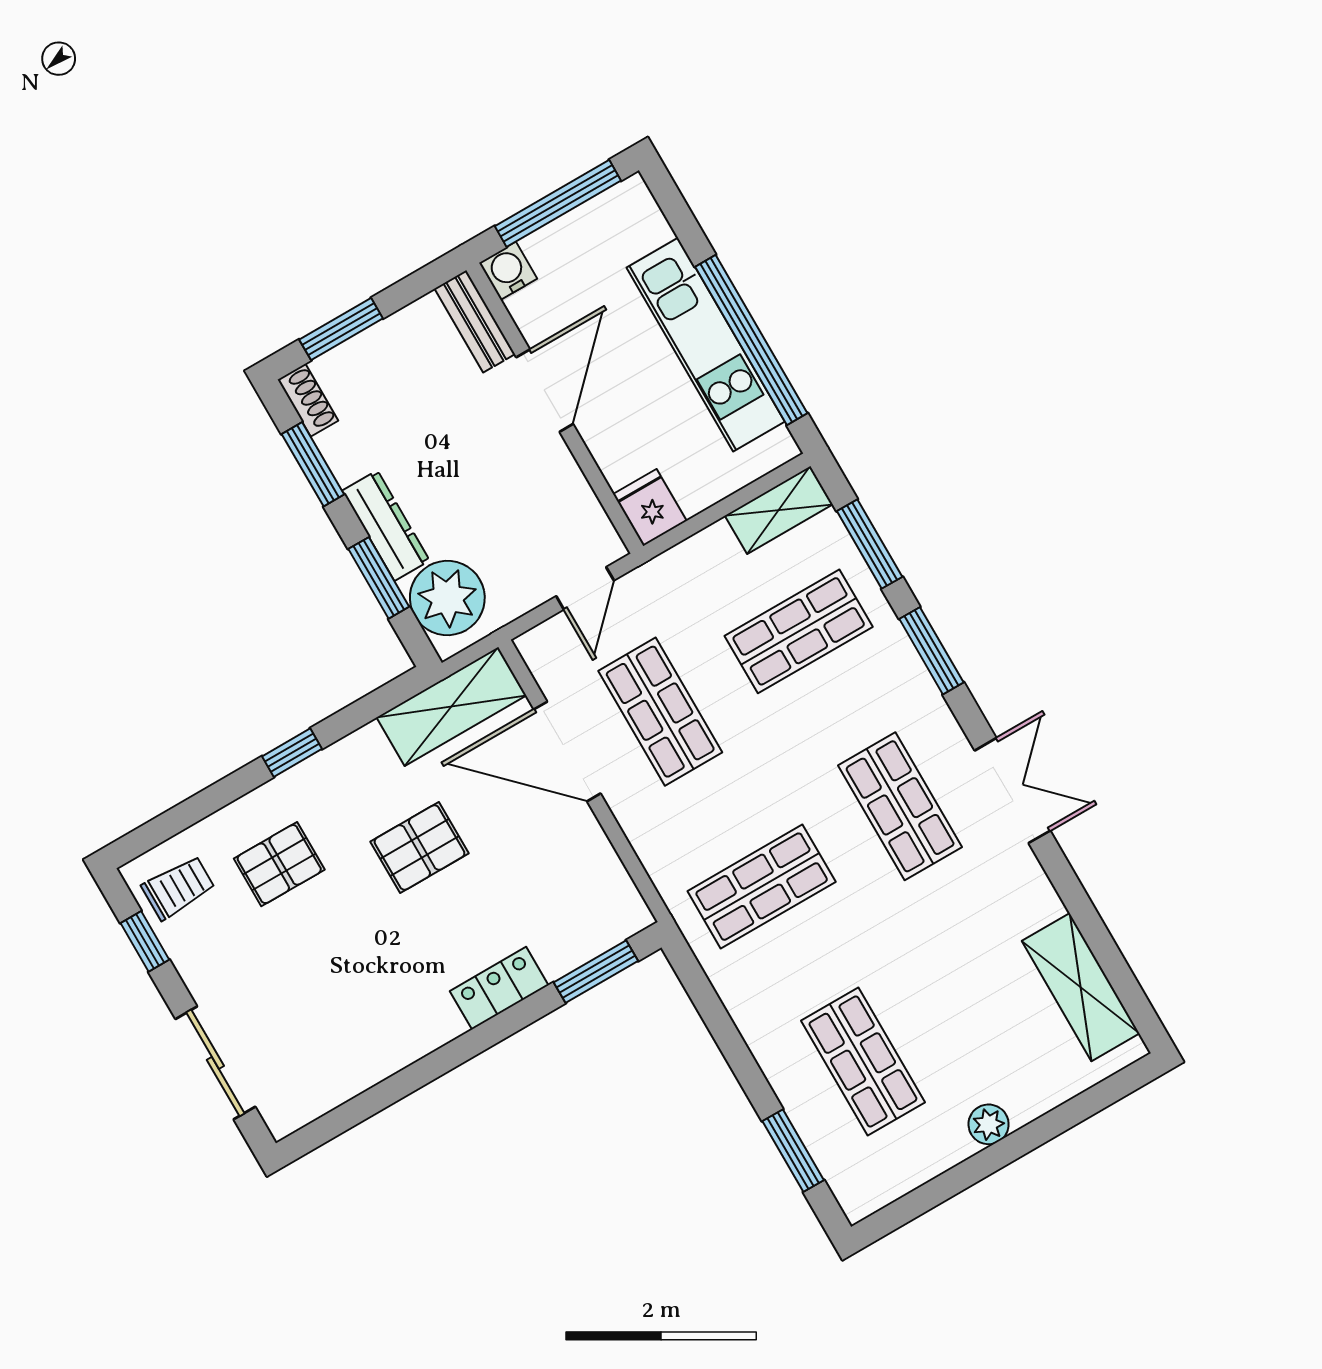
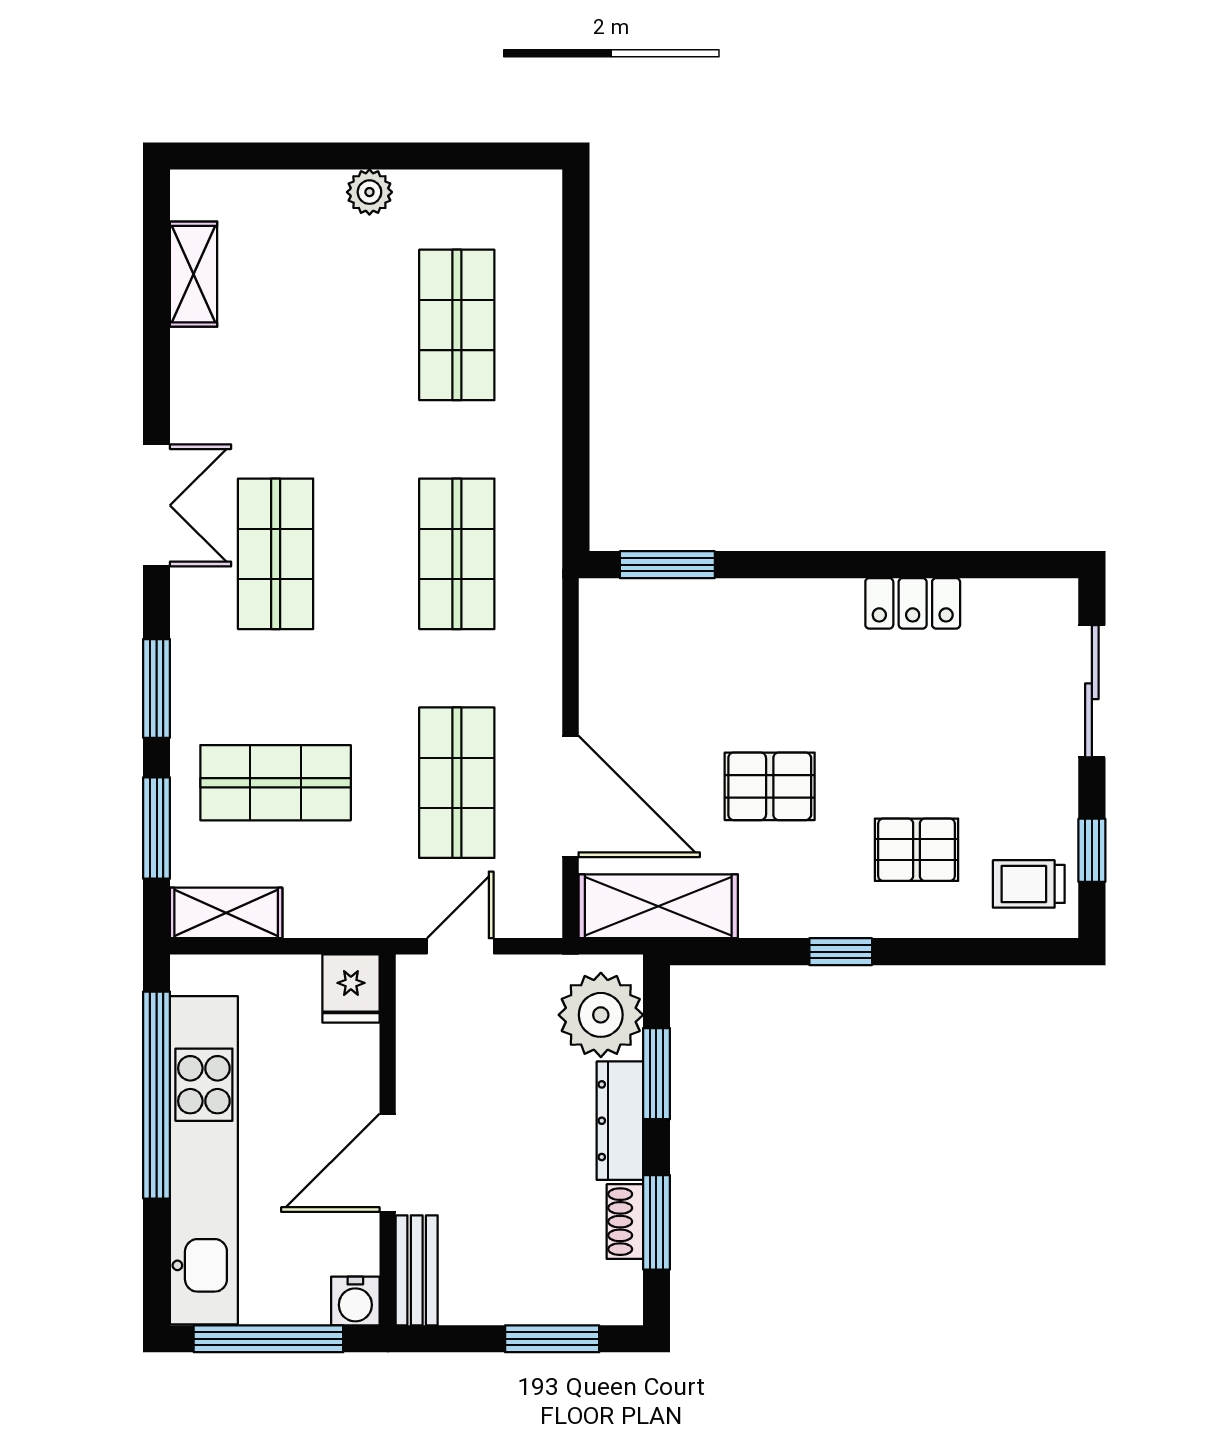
kitchen unit: (706, 345) -> (204, 1160), width x1.36
shoe rack: (308, 400) -> (625, 1222), moved
double door: (1012, 791) -> (157, 505), swing flipped
shop shelf: (762, 887) -> (457, 554), turned 90
shelving: (1081, 987) -> (194, 274), width x0.67, depth x0.75
locker: (499, 988) -> (913, 603), moved
window: (793, 1151) -> (576, 277), removed

